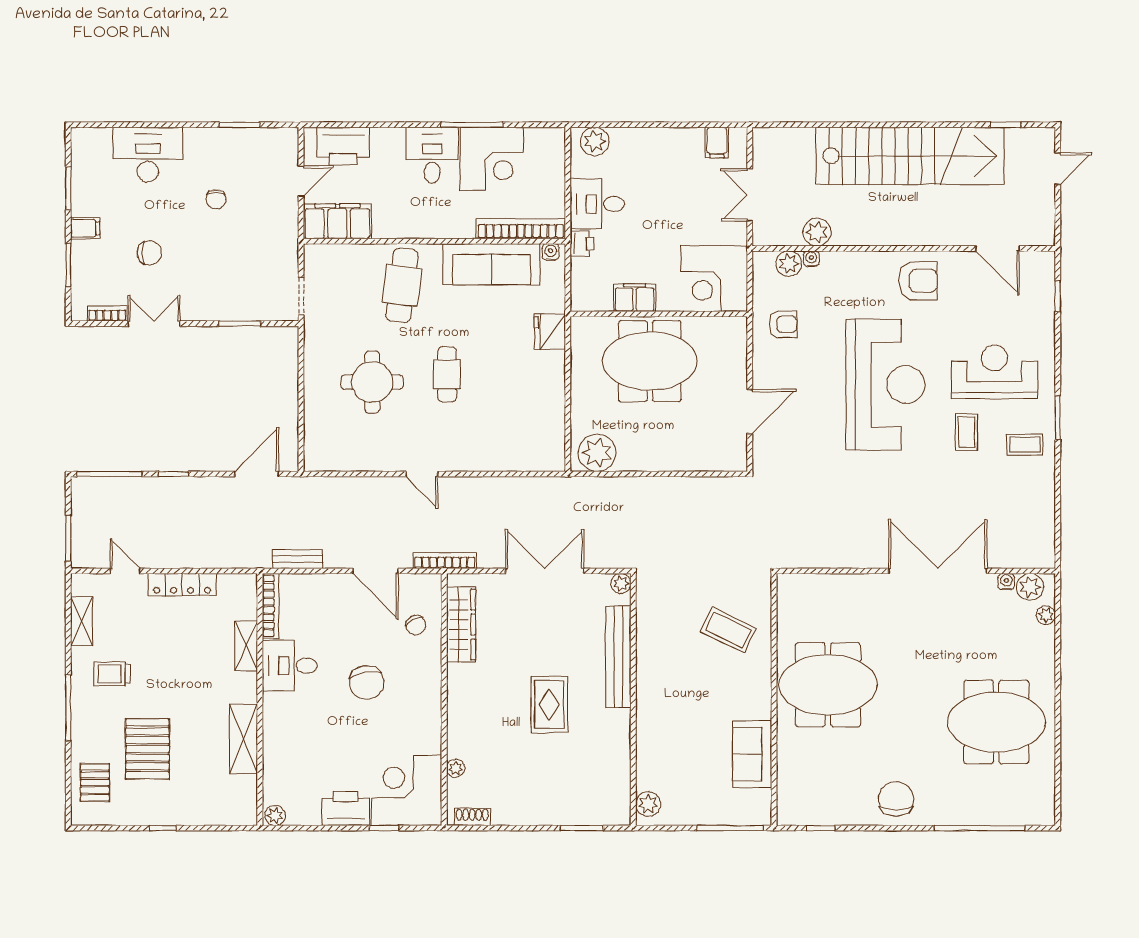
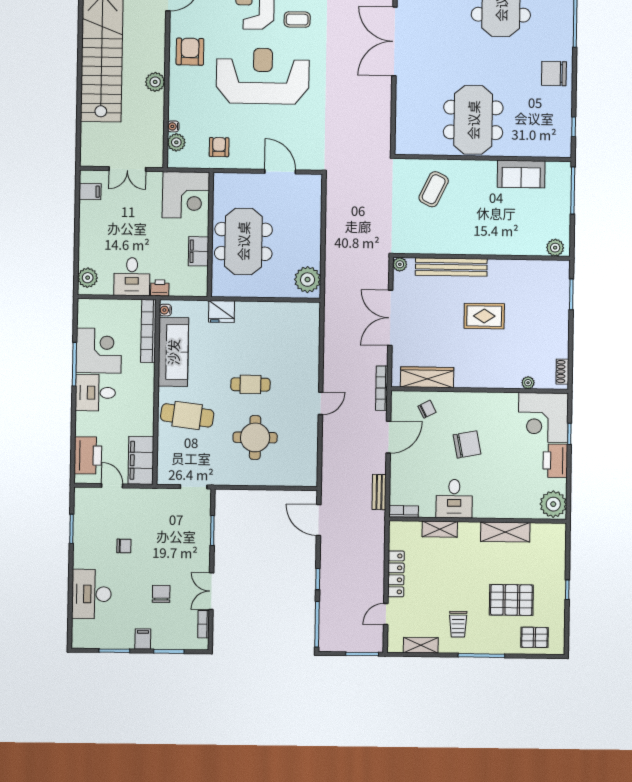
plant: (817, 232) -> (155, 82), moved
bookcase: (271, 606) -> (404, 511), width x0.64
plant: (275, 815) -> (553, 504), width x1.88, depth x1.88

